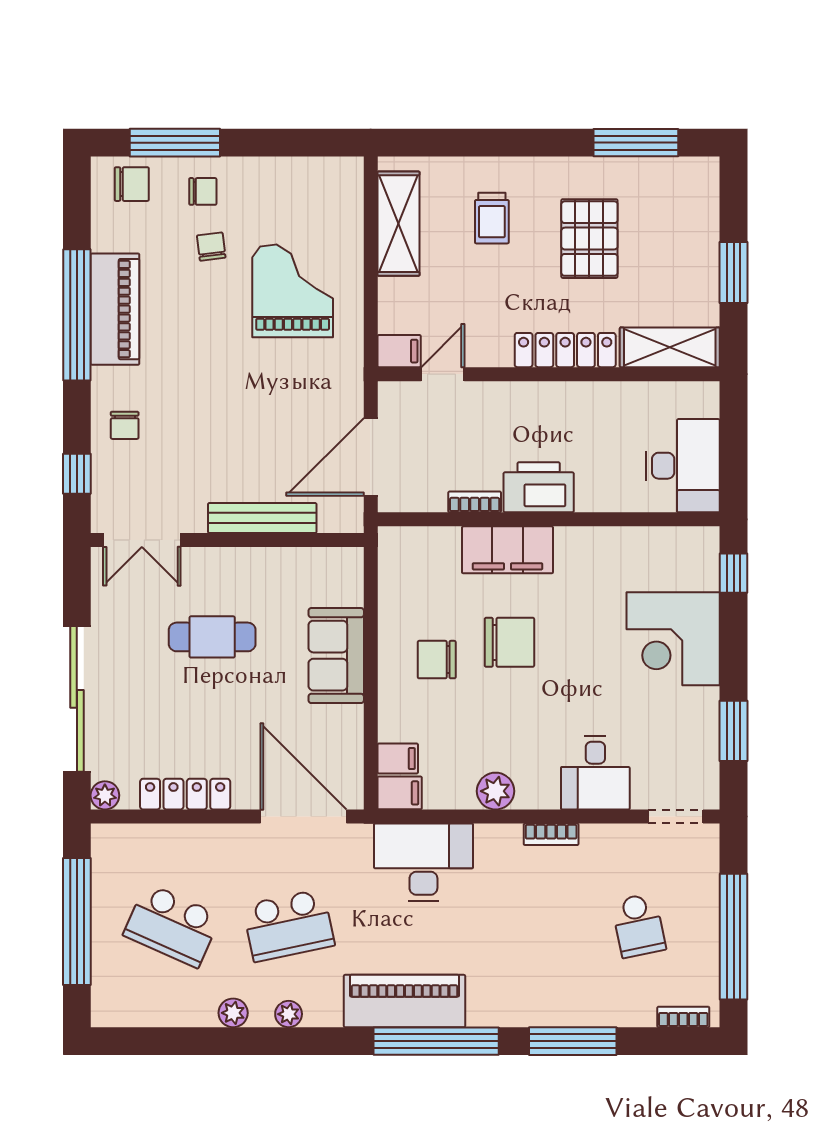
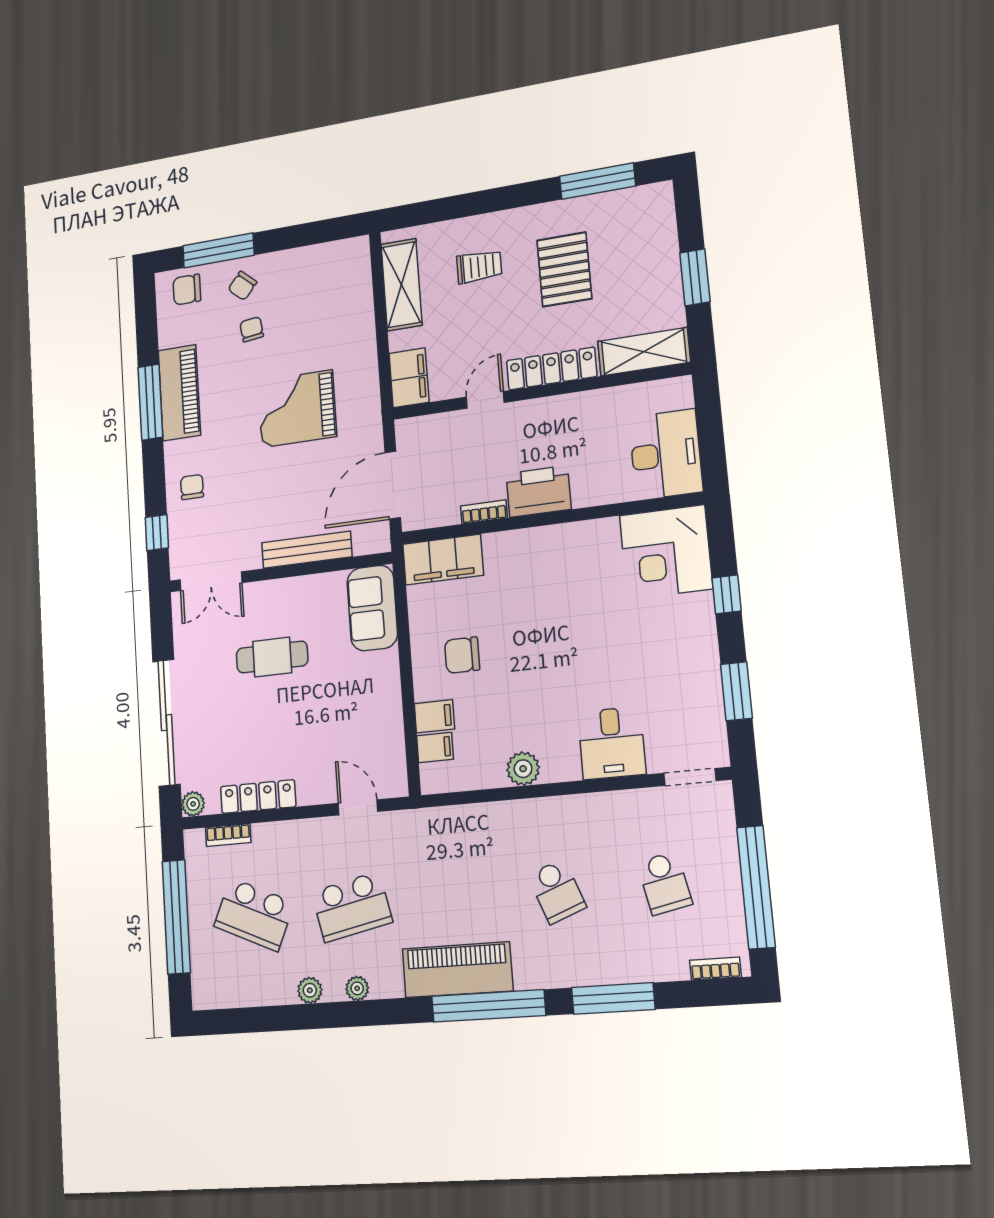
chair: (132, 184) -> (187, 290), turned 180
chair: (203, 191) -> (242, 286), turned 131
trolley: (492, 218) -> (479, 267), turned -90
grand piano: (293, 291) -> (297, 409), moved, turned -90
window: (77, 315) -> (150, 402), width x0.68
filing cabinet: (399, 351) -> (409, 378), width x2.00
door: (443, 374) -> (485, 400), moved
chair: (125, 425) -> (192, 487), turned 180
filing cabinet: (507, 550) -> (443, 560), moved
window: (734, 573) -> (727, 594), moved
corner desk: (673, 639) -> (666, 552), moved
chair: (509, 642) -> (524, 632), removed
sofa: (336, 656) -> (372, 608), moved
filing cabinet: (400, 793) -> (434, 716), moved
door: (303, 817) -> (358, 807), width x0.53
bookcase: (551, 834) -> (228, 835), moved
desk: (423, 862) -> (464, 840), removed
school desk: (522, 925) -> (557, 891), added

